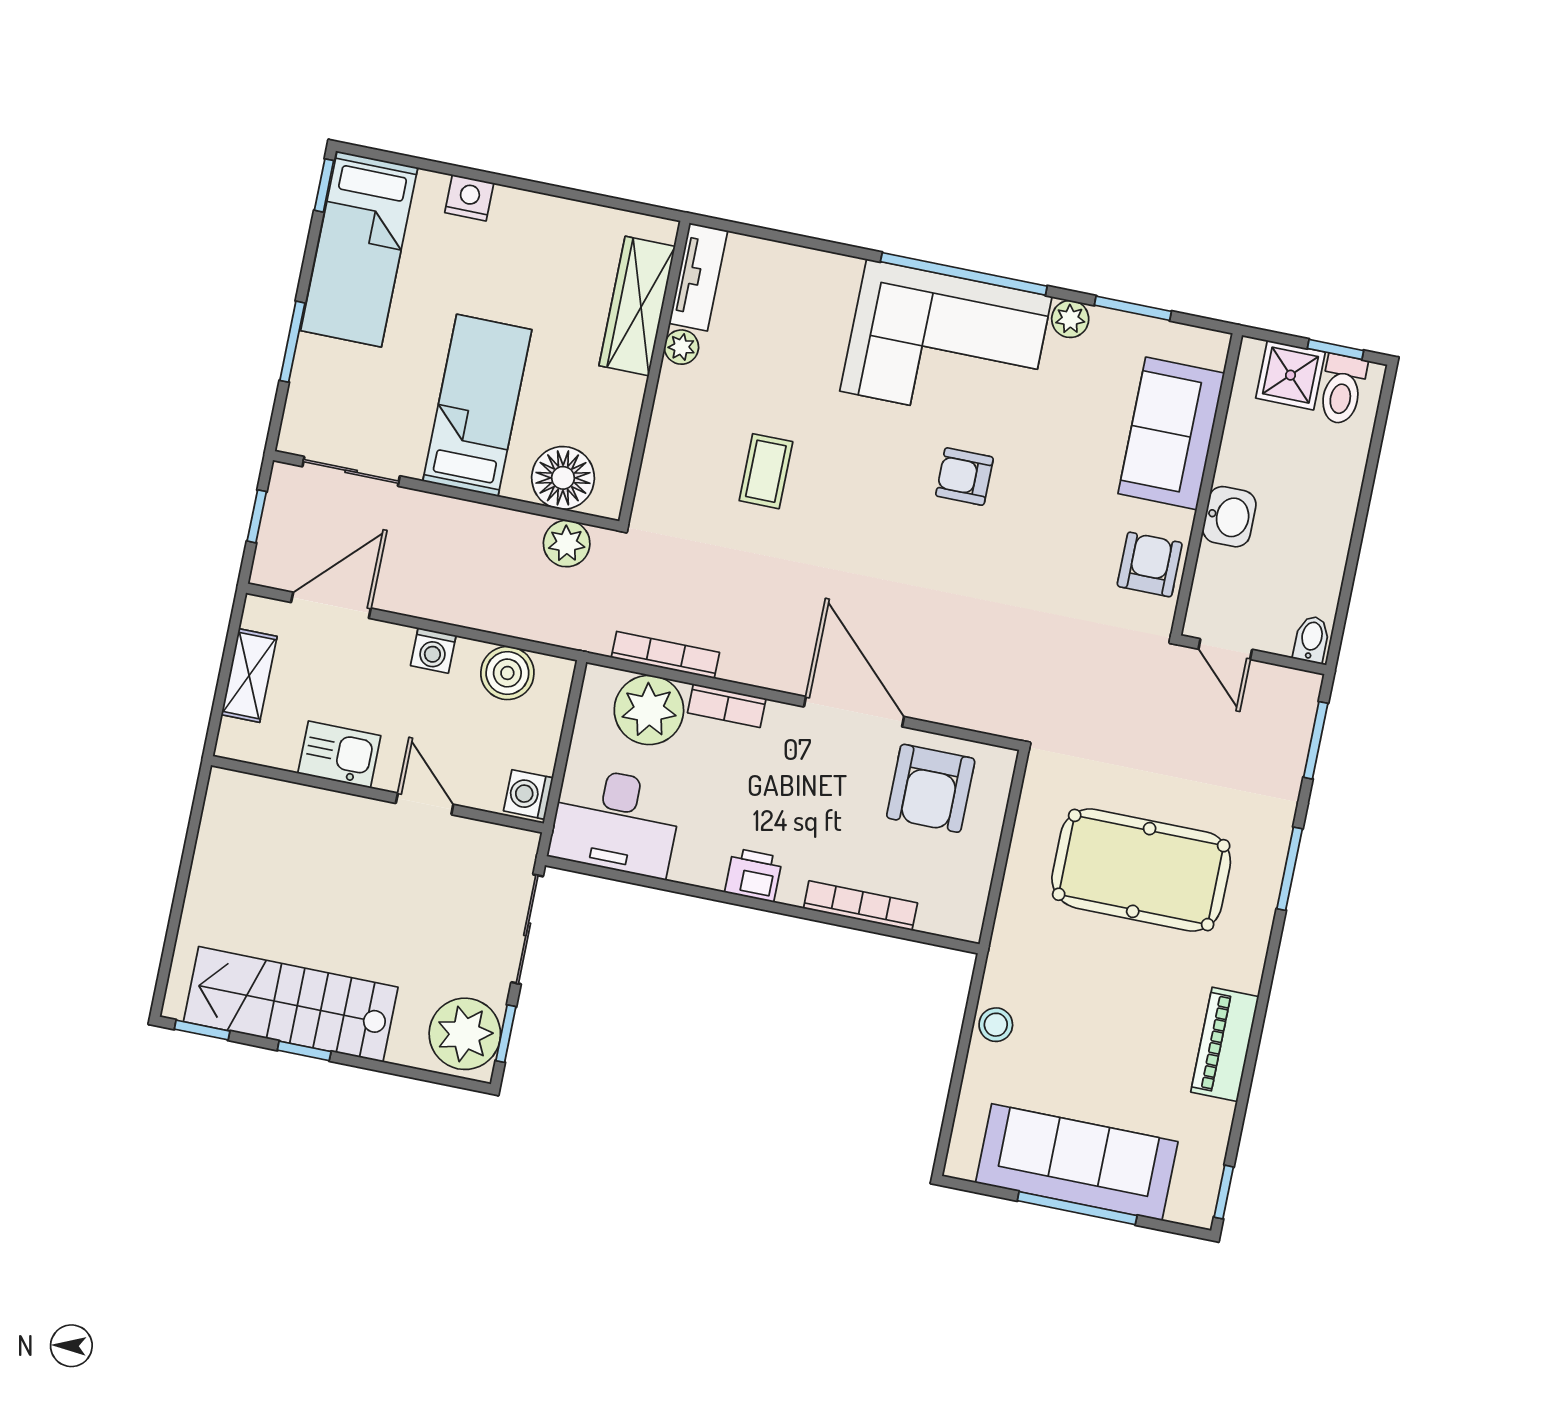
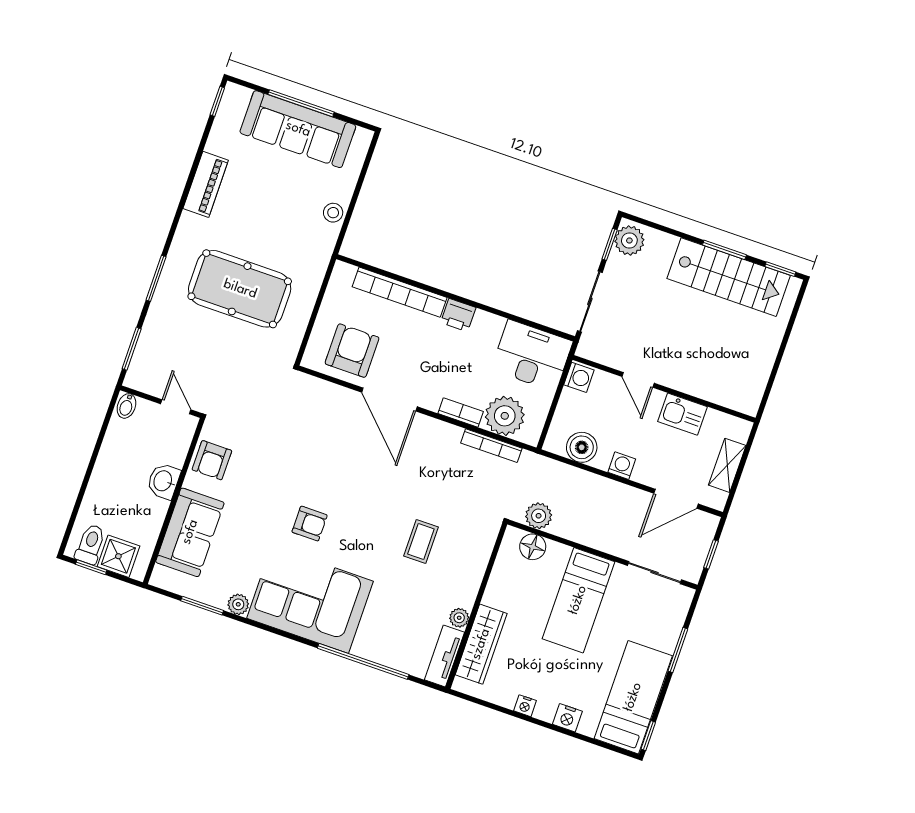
nightstand: (546, 209) -> (525, 706), added
window: (964, 274) -> (363, 661), moved
floor lamp: (563, 478) -> (533, 547), width x0.73, depth x0.73
bookcase: (860, 906) -> (400, 292), width x1.48, depth x1.31
plant: (465, 1034) -> (629, 240), width x0.73, depth x0.73
window: (304, 1051) -> (724, 250), width x1.50

